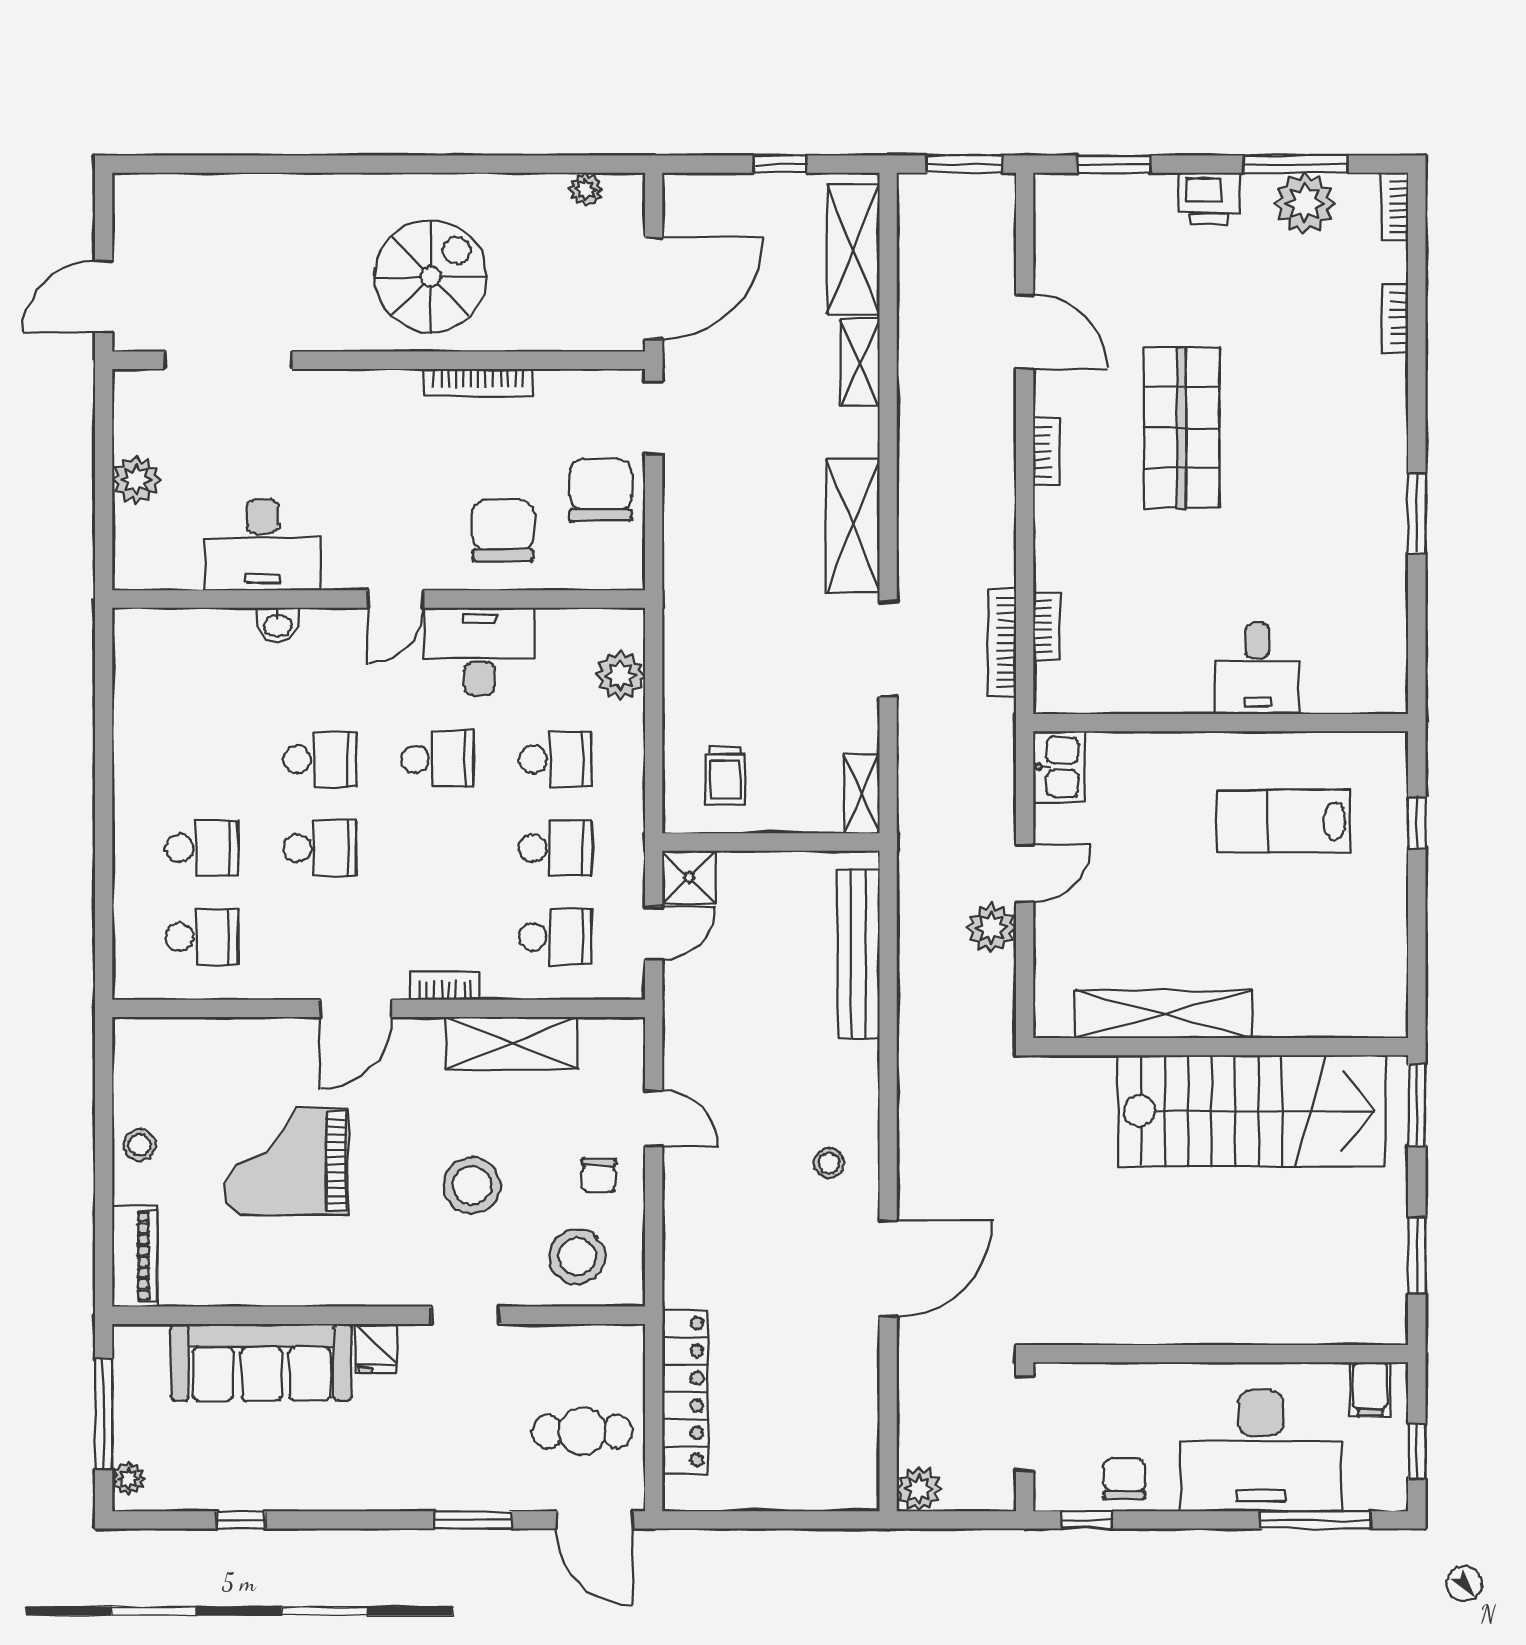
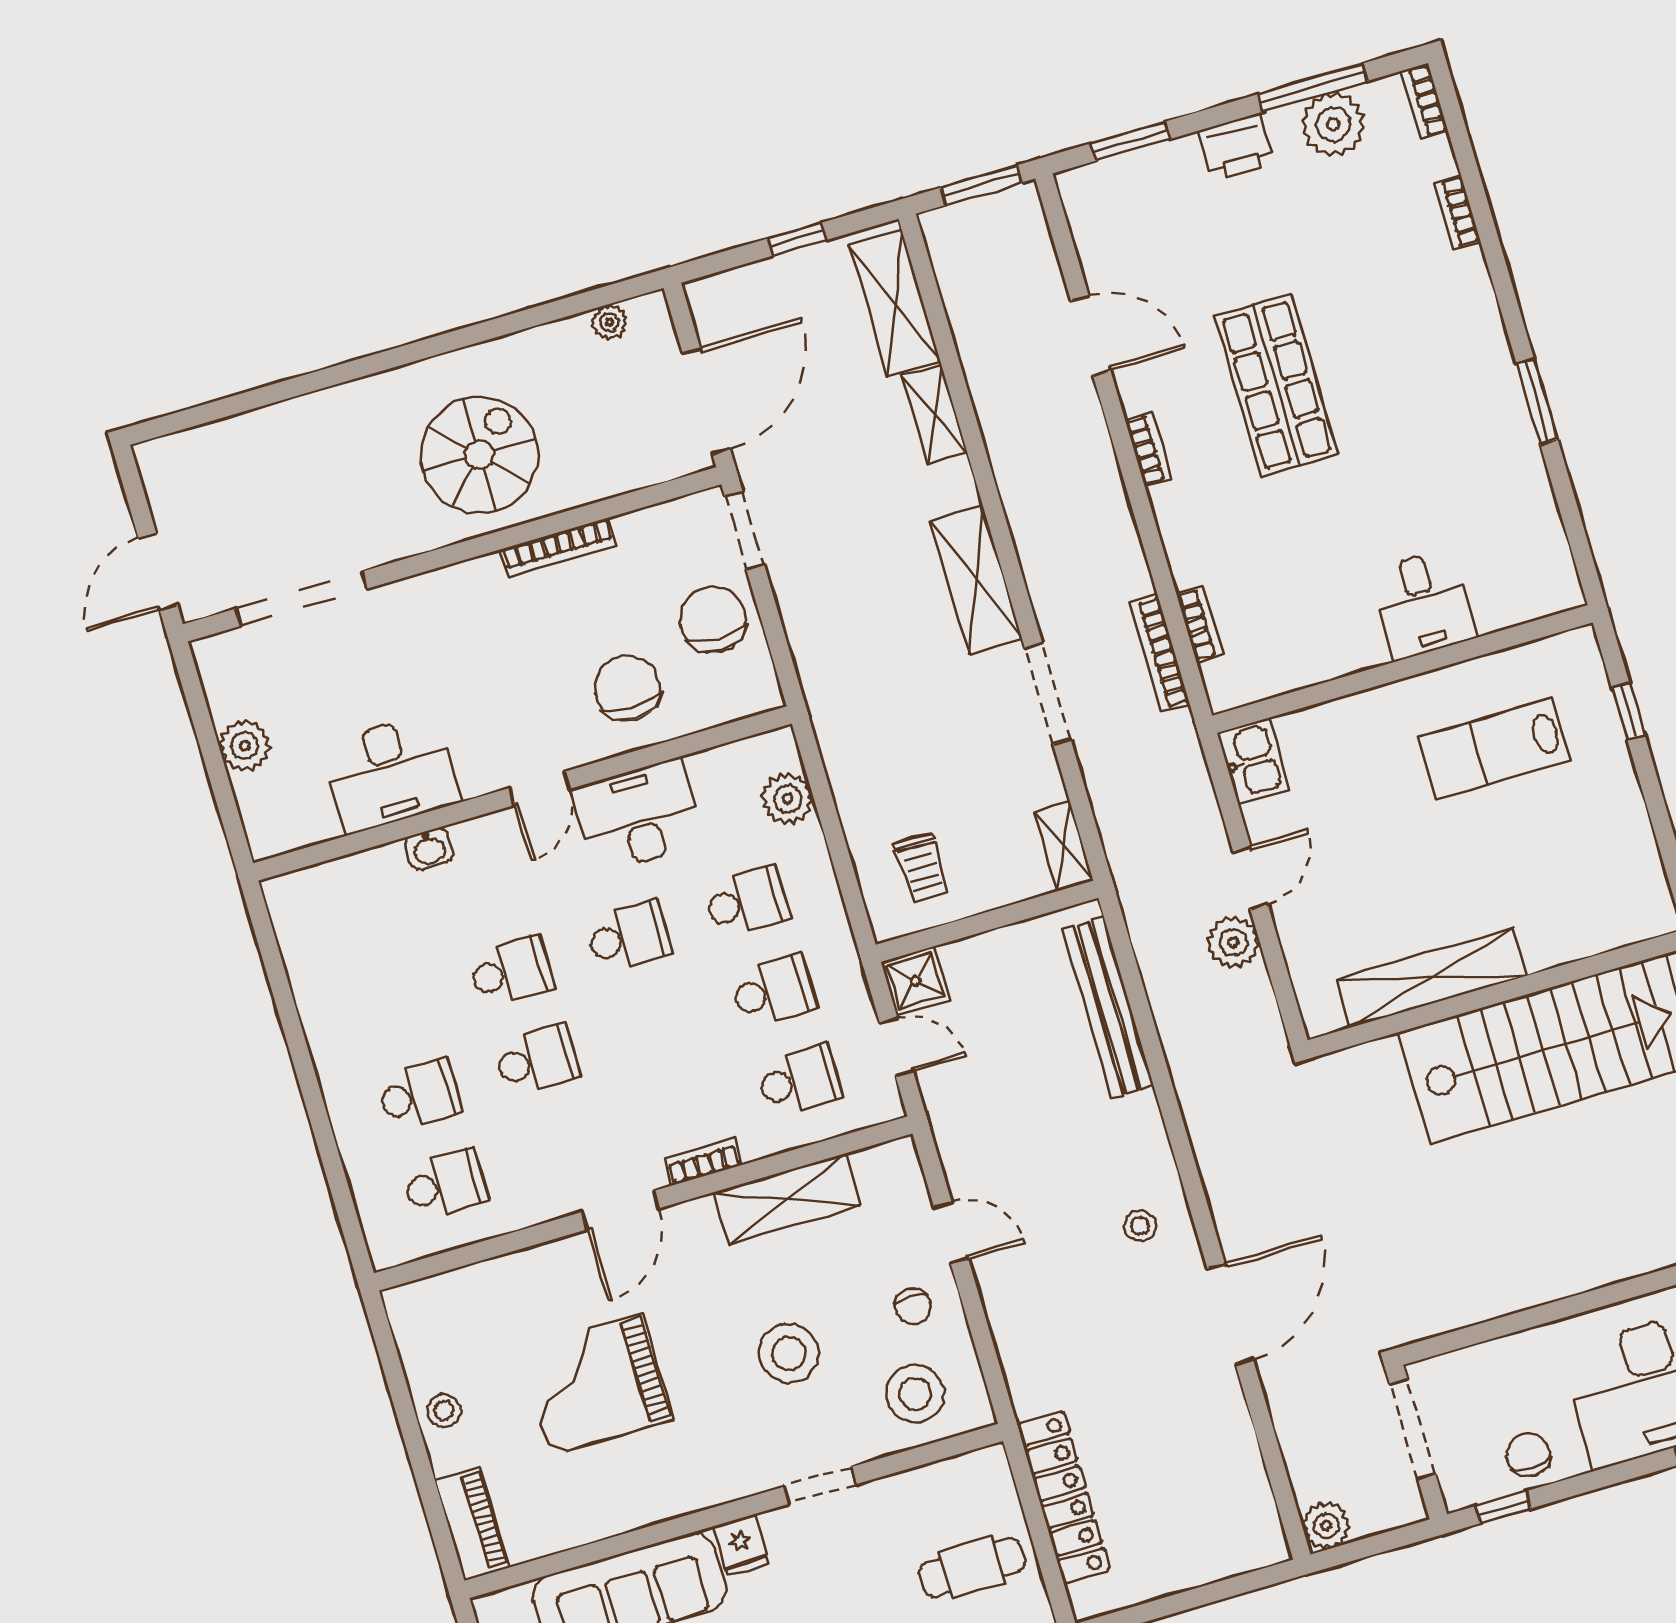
door: (654, 933) -> (897, 1047), hinge flipped

